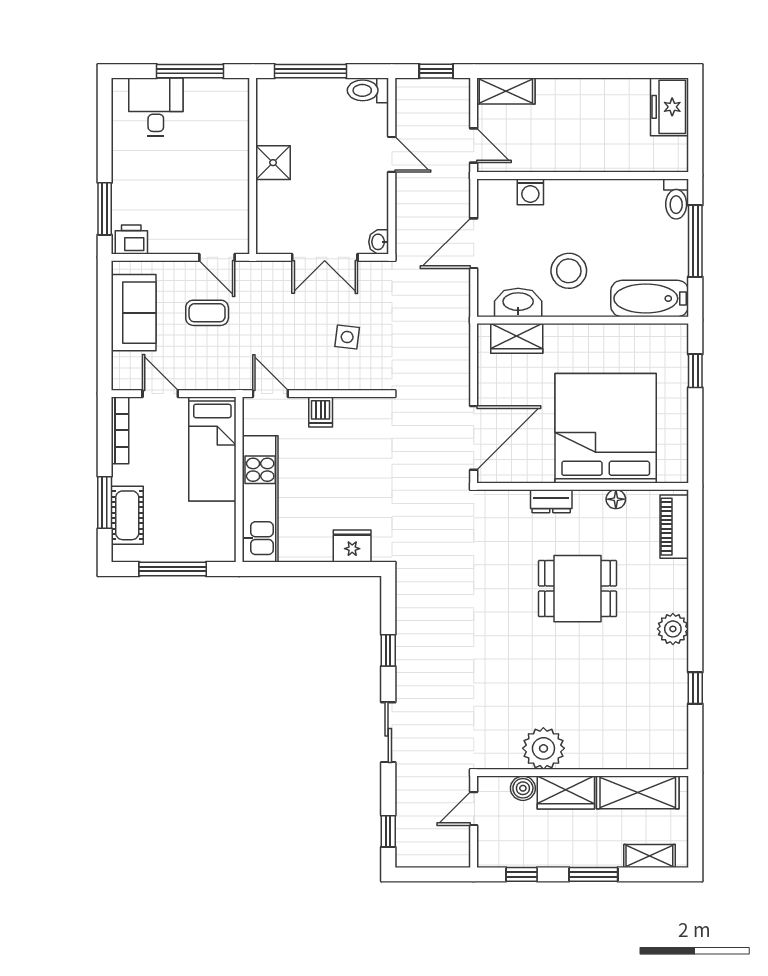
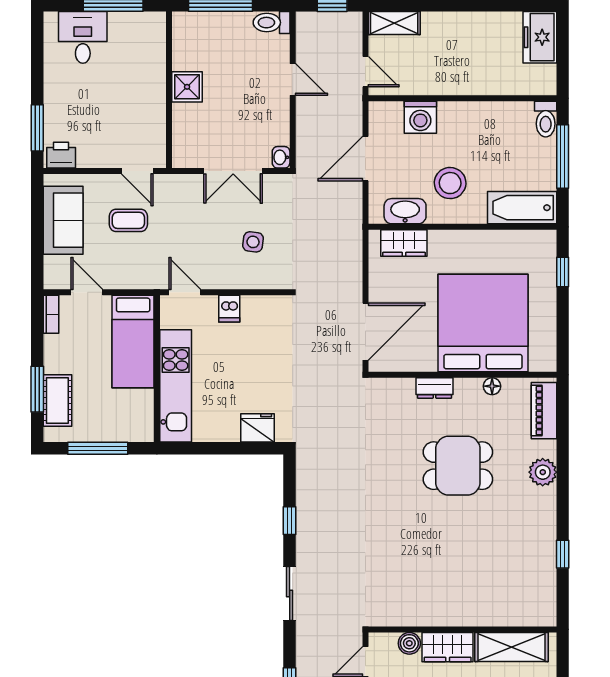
washing machine: (530, 192) -> (420, 117), width x1.38, depth x1.38
bookcase: (120, 430) -> (51, 314), width x0.64
plant: (673, 629) -> (543, 472), moved
plant: (543, 748) -> (428, 608), removed

